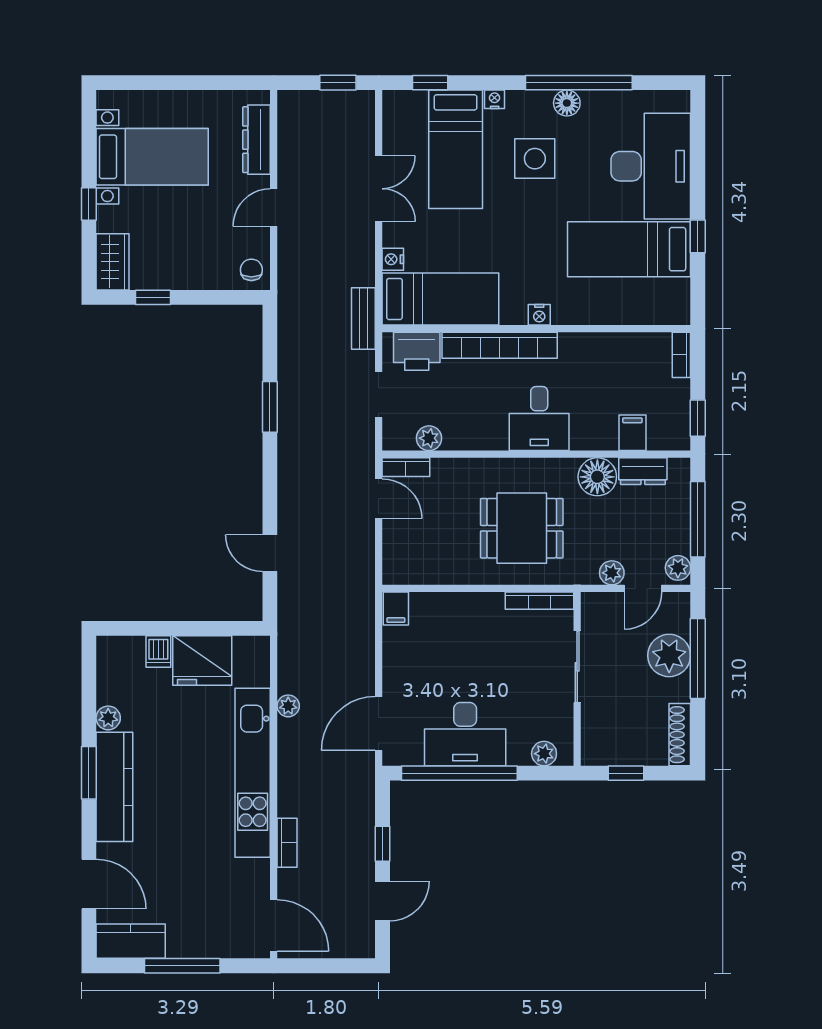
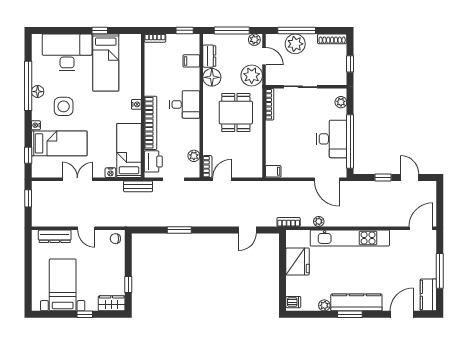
plant: (612, 573) -> (252, 76), width x1.88, depth x1.88
dishwasher: (158, 651) -> (293, 302), moved
bookcase: (287, 843) -> (289, 222), moved

